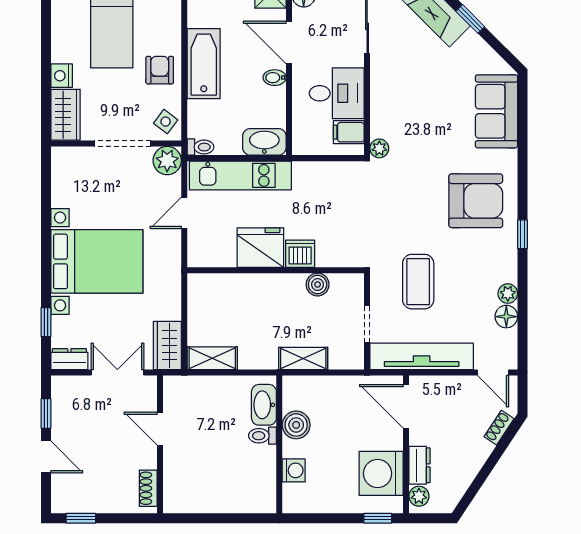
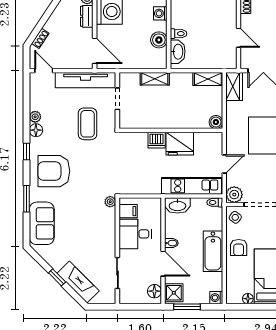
window: (522, 153) -> (27, 199), added
boiler: (318, 285) -> (216, 122), moved
floor lamp: (506, 317) -> (36, 130), moved

